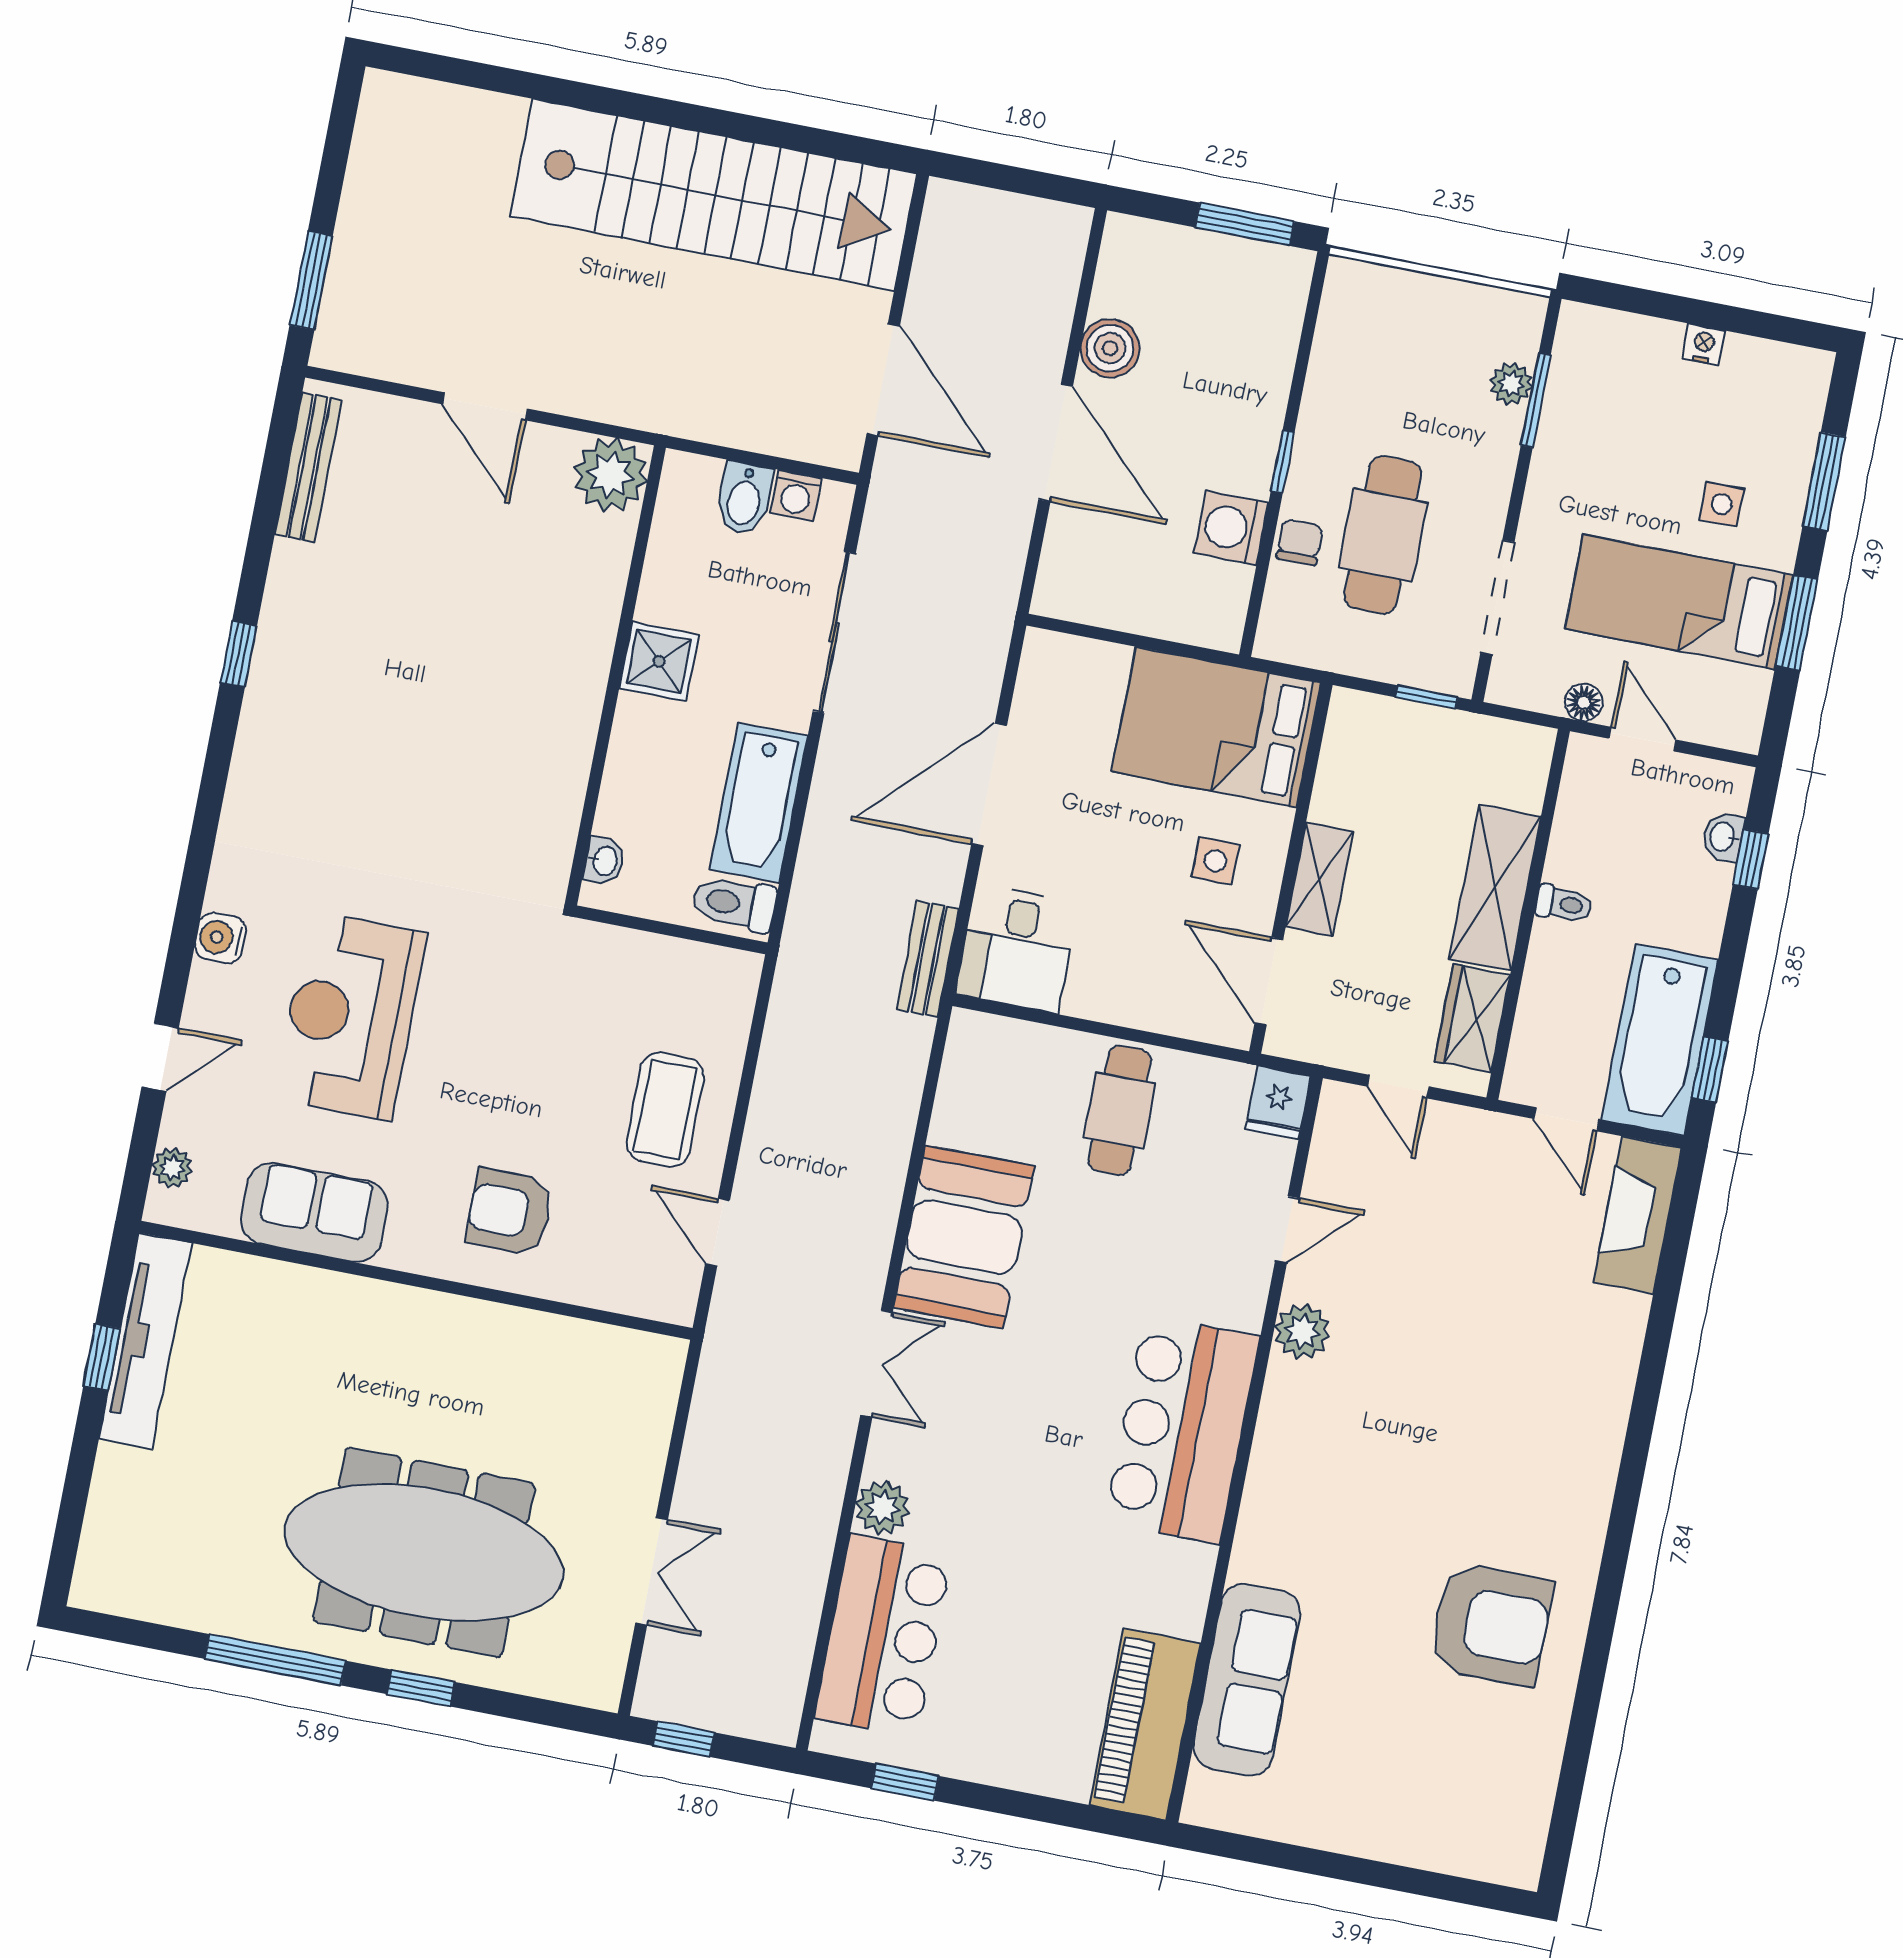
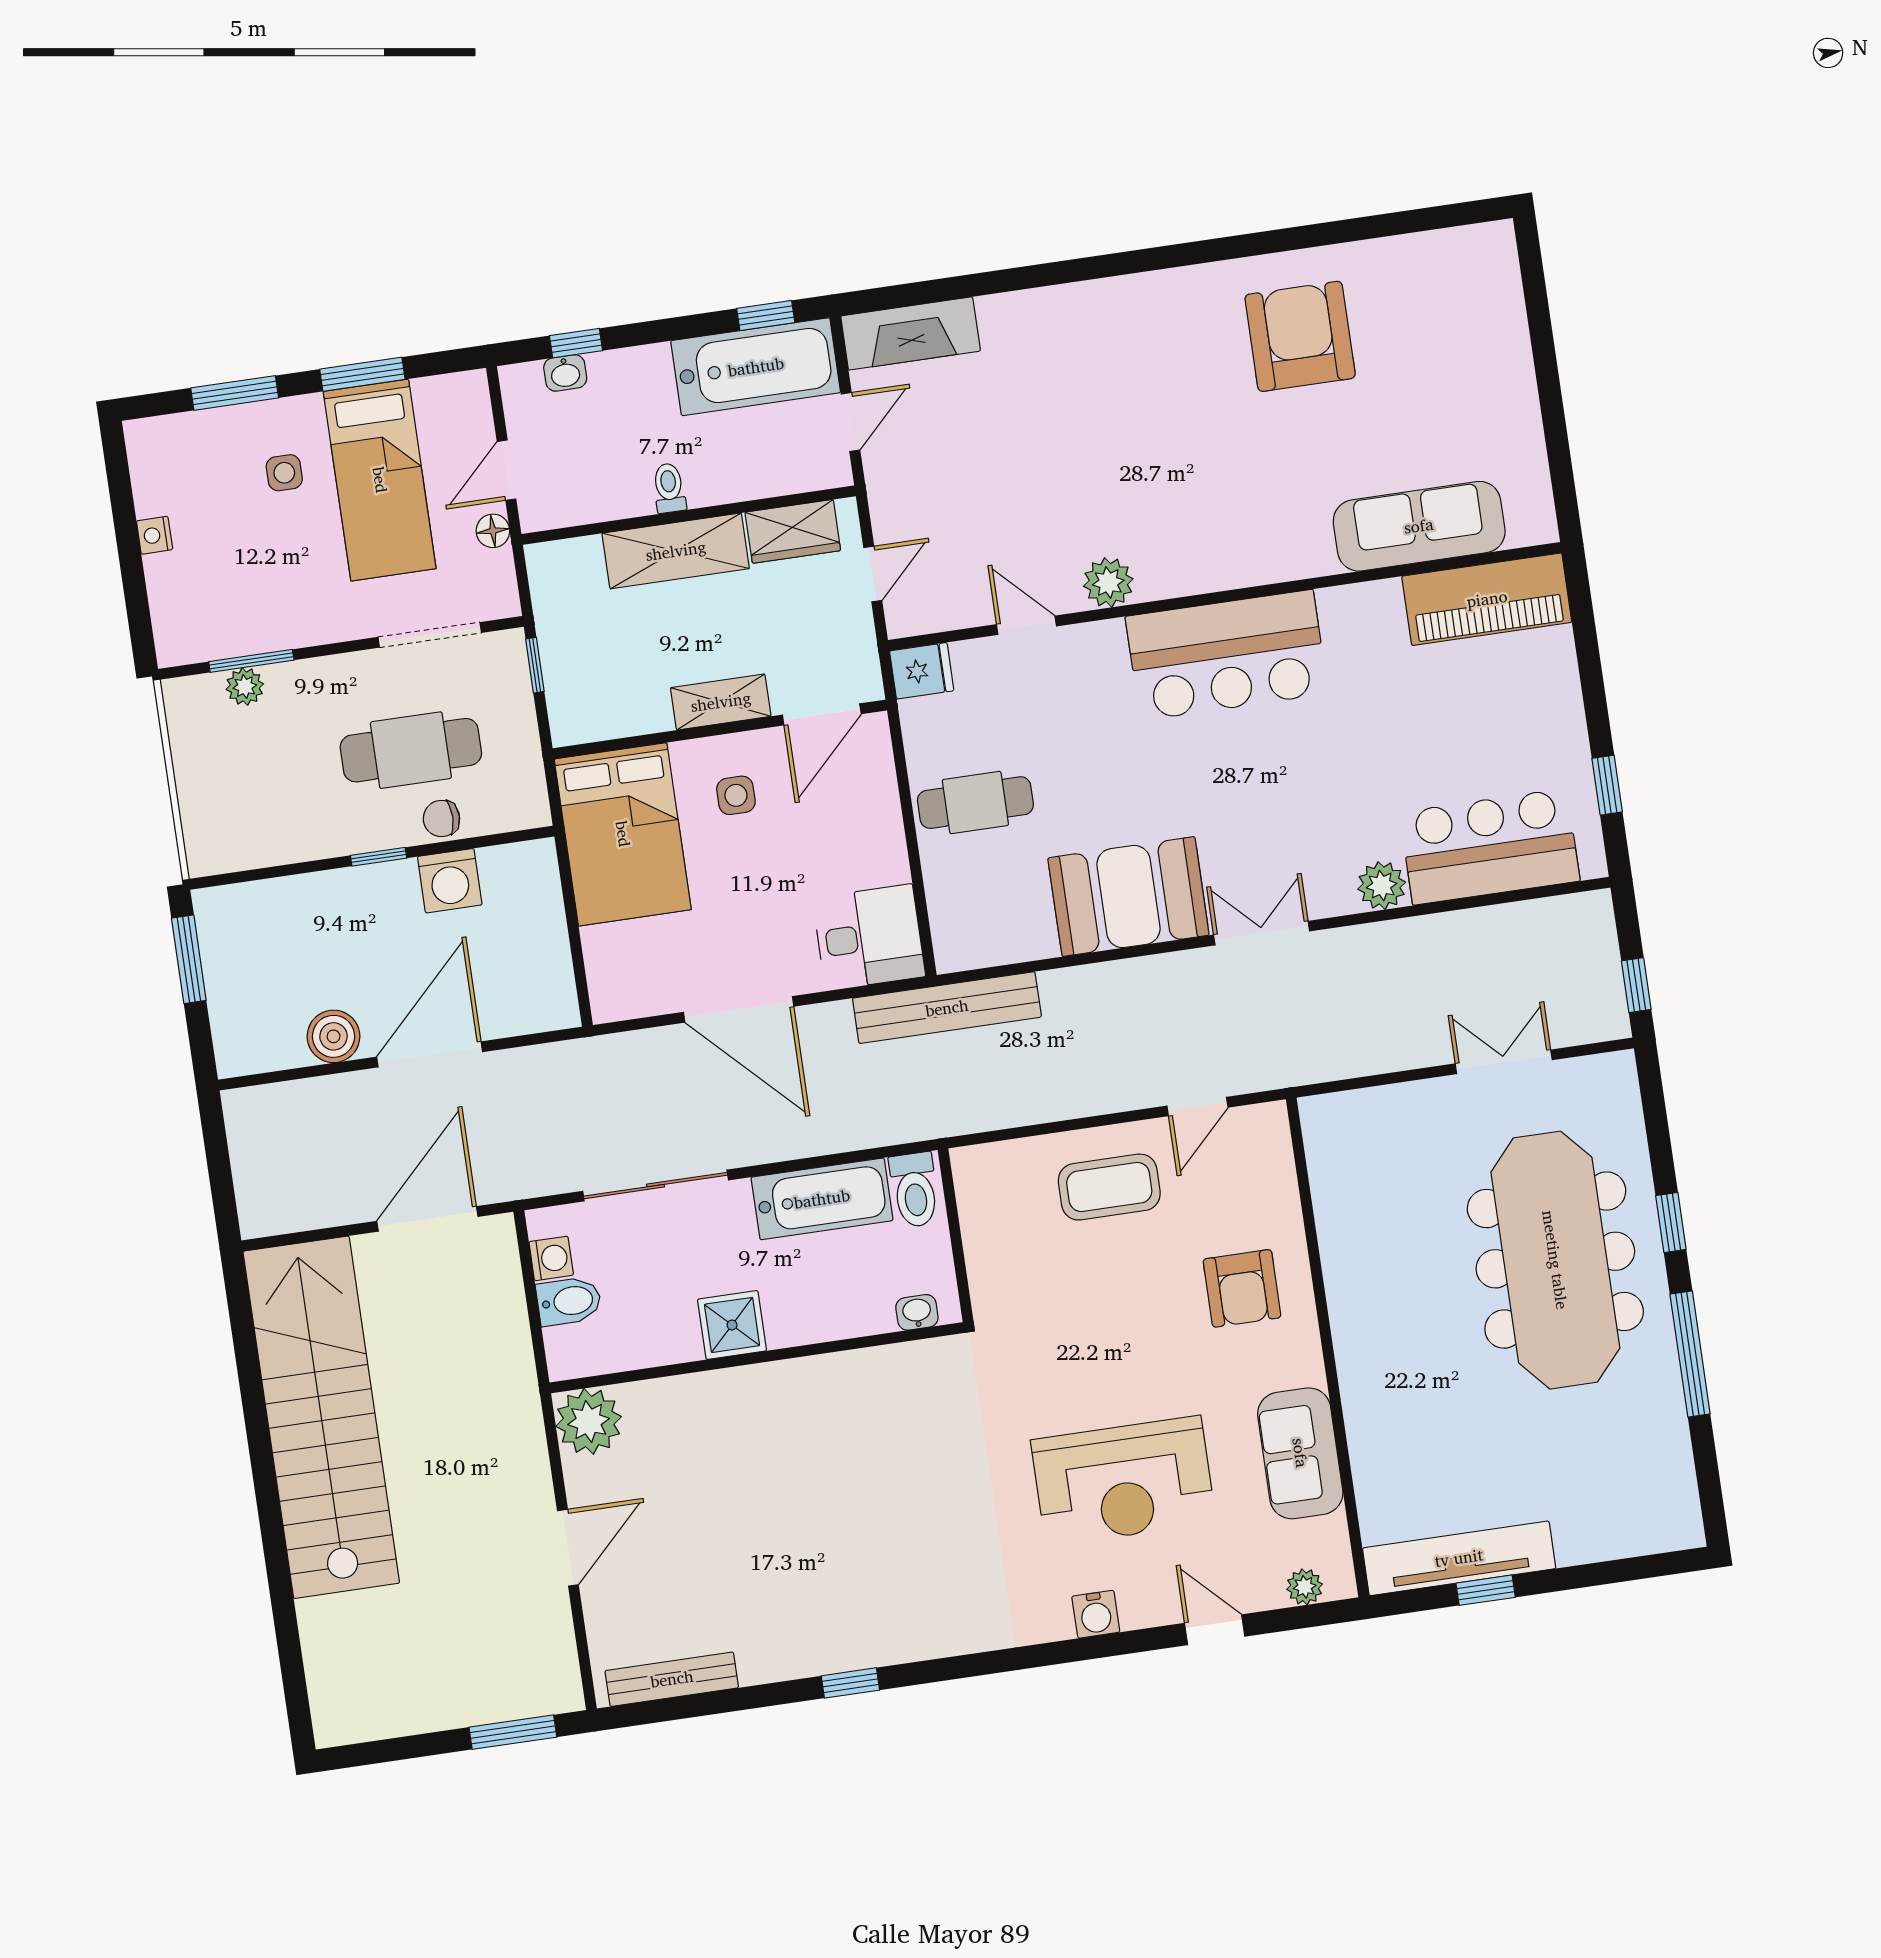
bench: (928, 959) -> (947, 1008), width x1.86, depth x1.21

